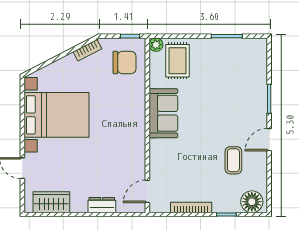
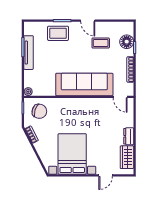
tv unit: (218, 45) -> (29, 53), added
rug: (178, 61) -> (58, 33), moved
chair: (125, 62) -> (39, 111), turned 108
sofa: (163, 113) -> (84, 85), width x1.85, depth x1.27
floor lamp: (252, 202) -> (127, 42), moved
dresser: (102, 205) -> (129, 136), moved

